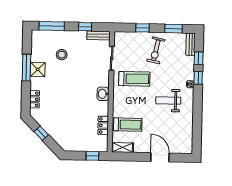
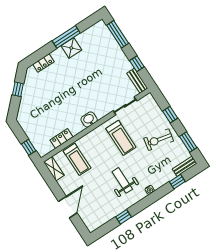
stool: (62, 55) -> (99, 60), removed
window: (198, 78) -> (123, 217), moved

